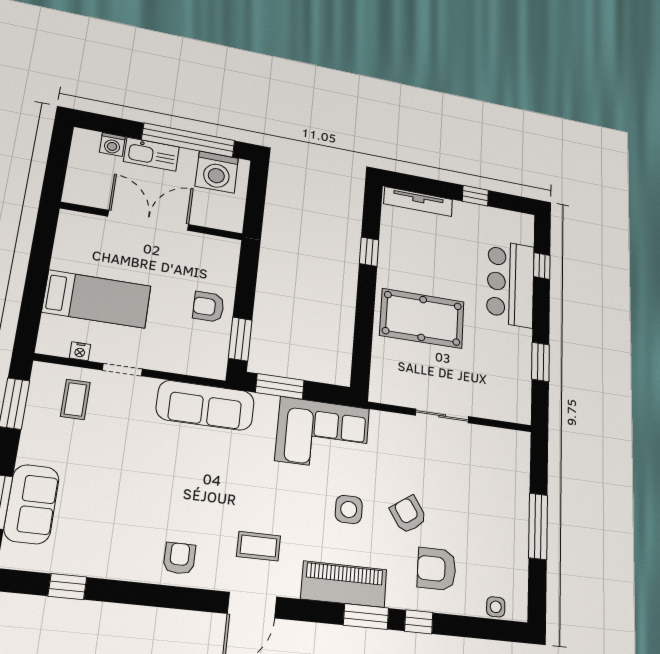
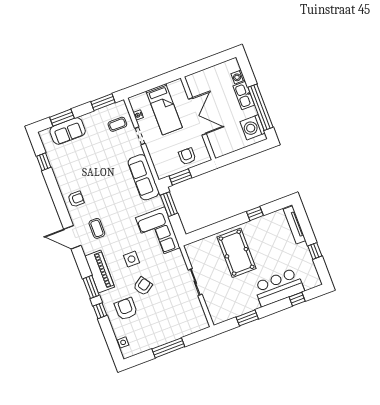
double door: (149, 220) -> (197, 116), moved
wall: (153, 221) -> (198, 118), moved

